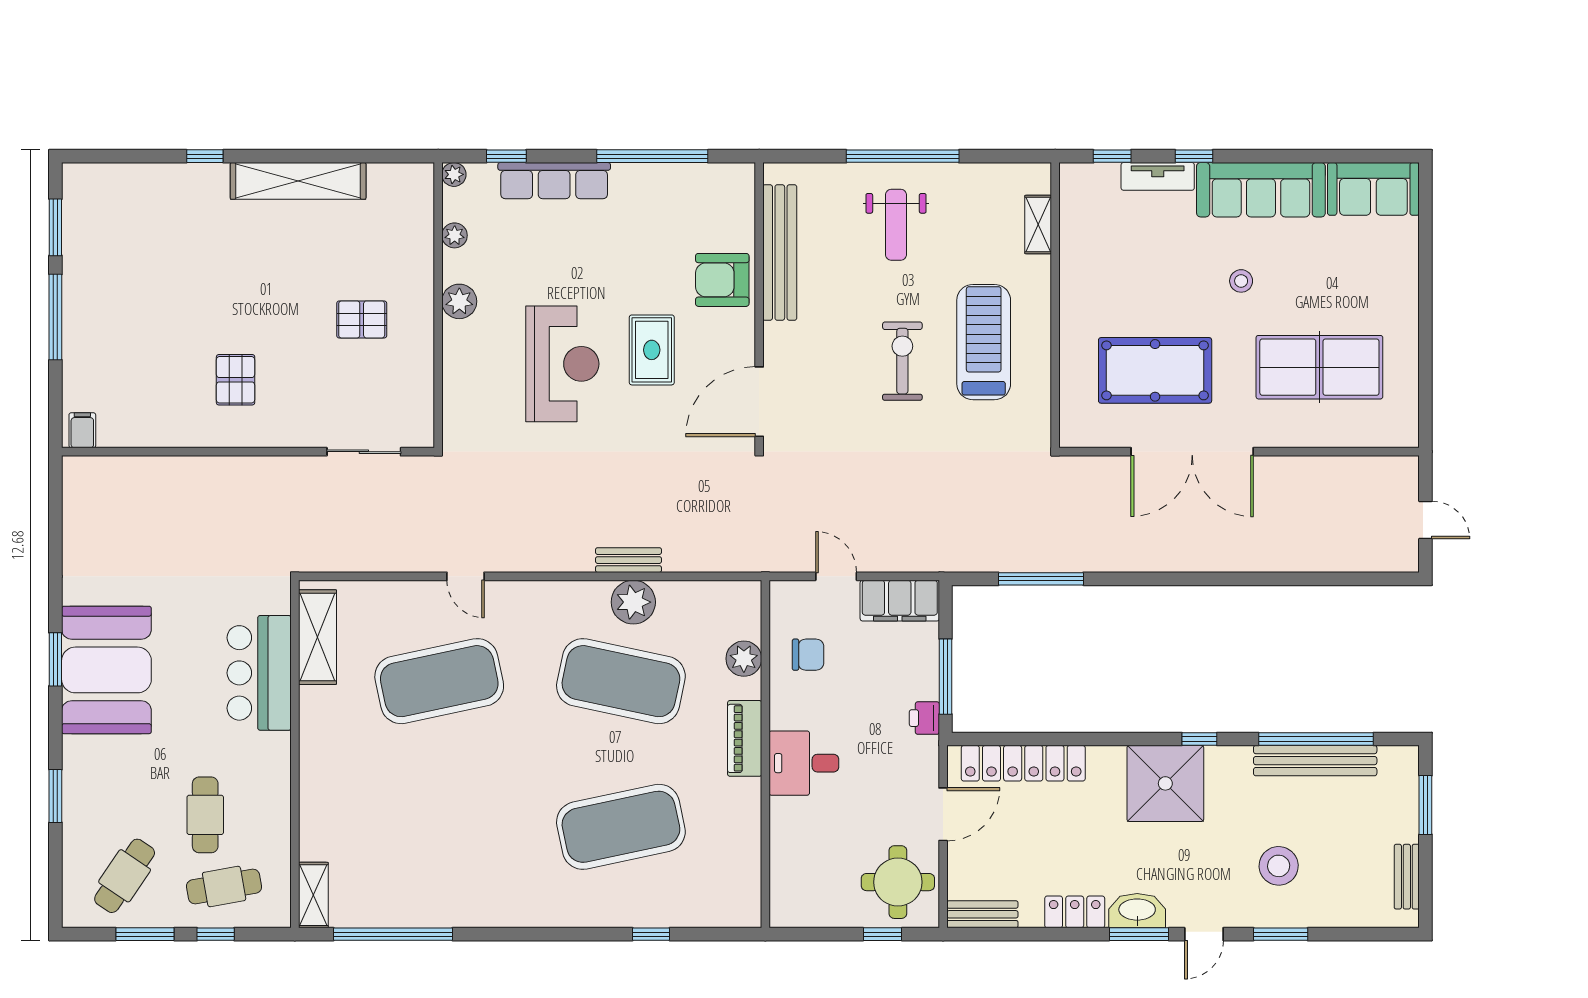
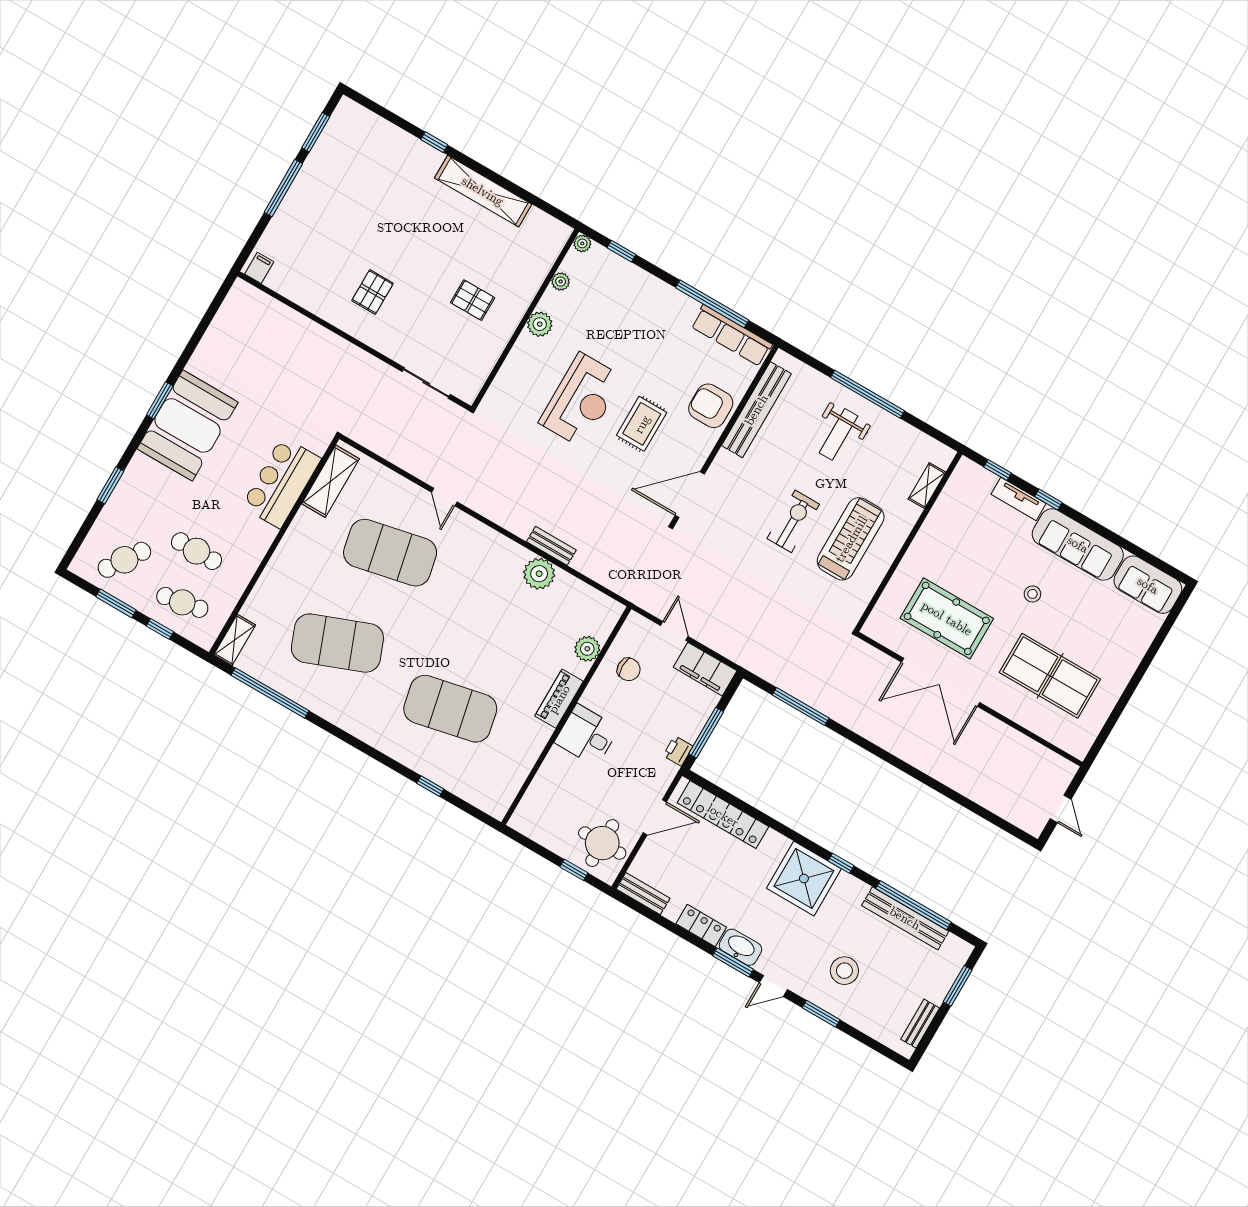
row of seats: (554, 181) -> (732, 335), moved
exercise mat: (621, 681) -> (337, 643), moved, turned -33
cafe table: (205, 815) -> (197, 551), turned 90

